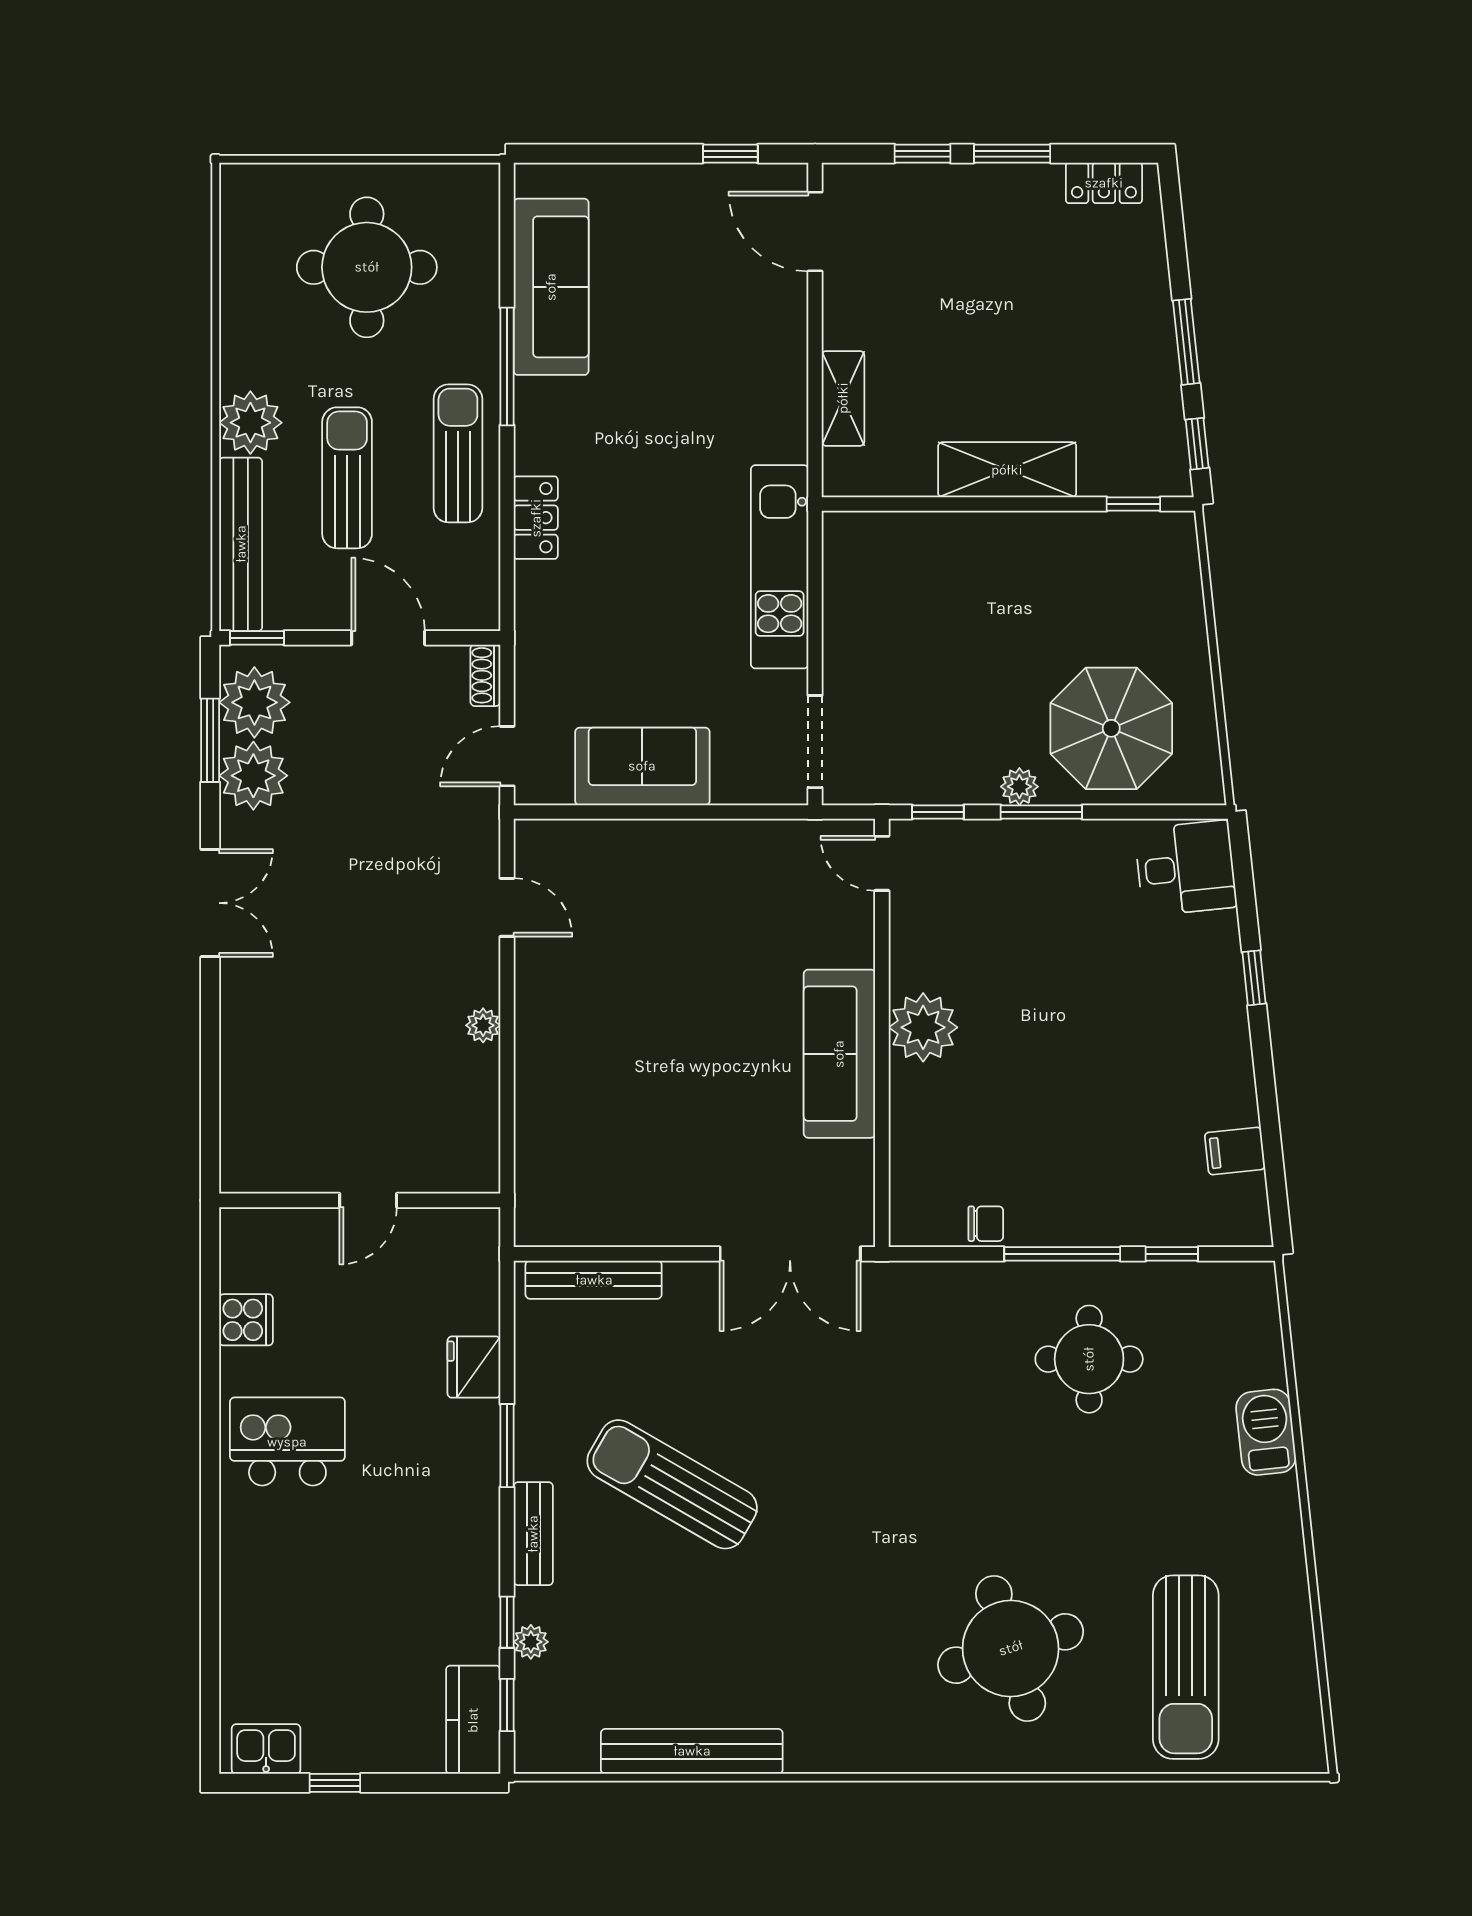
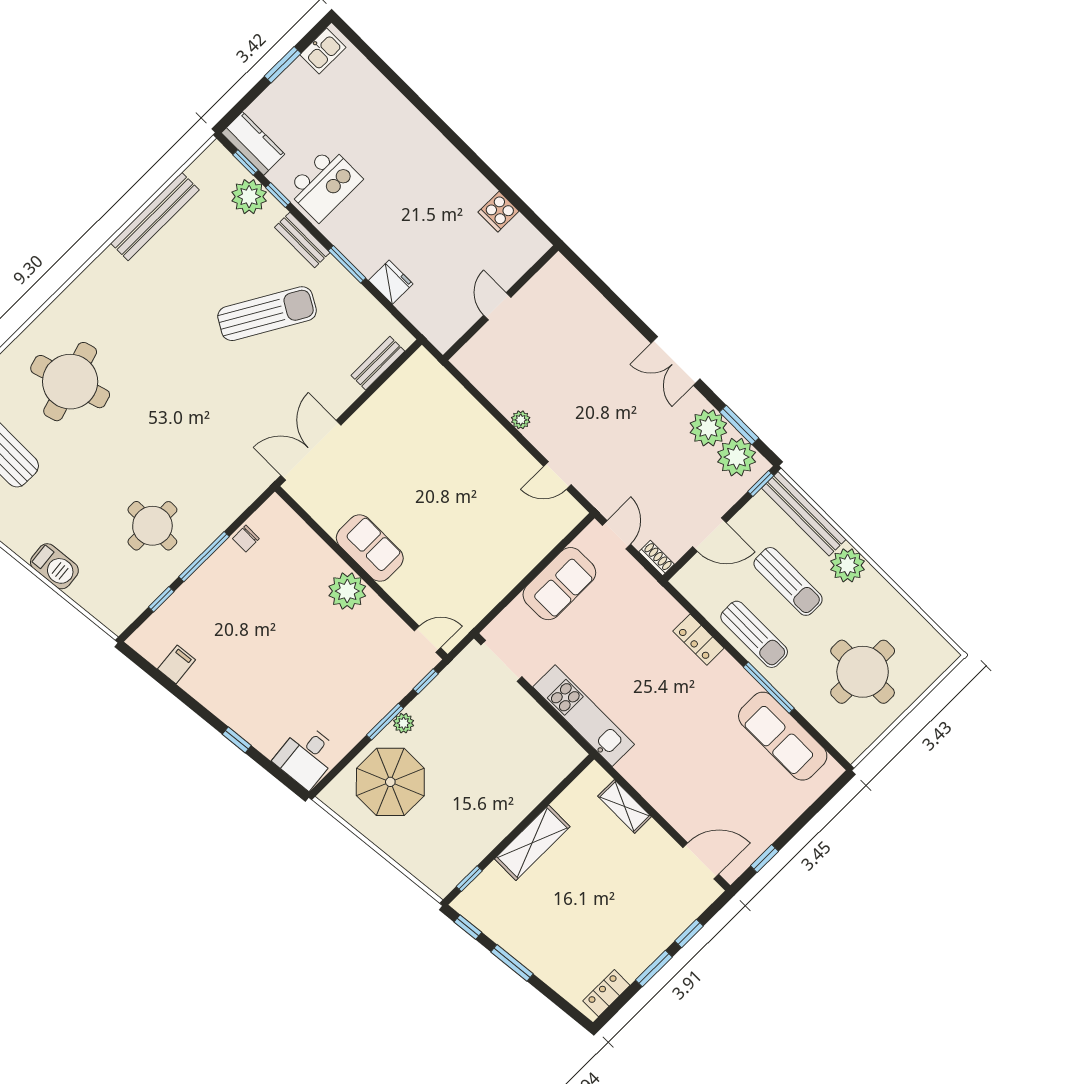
sofa: (839, 1054) -> (370, 548), width x0.73
bench: (594, 1280) -> (378, 363), width x0.73
kitchen island: (287, 1442) -> (324, 184), moved
plant: (531, 1642) -> (249, 197), width x1.88, depth x1.88
window: (335, 1783) -> (283, 65), width x1.50

